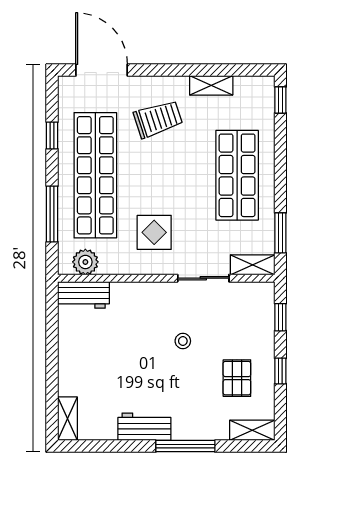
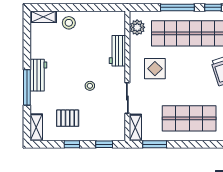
window: (52, 214) -> (177, 7), moved
workbench: (83, 295) -> (117, 51), moved
stool: (78, 376) -> (69, 23), added
workbench: (144, 427) -> (38, 75), moved

